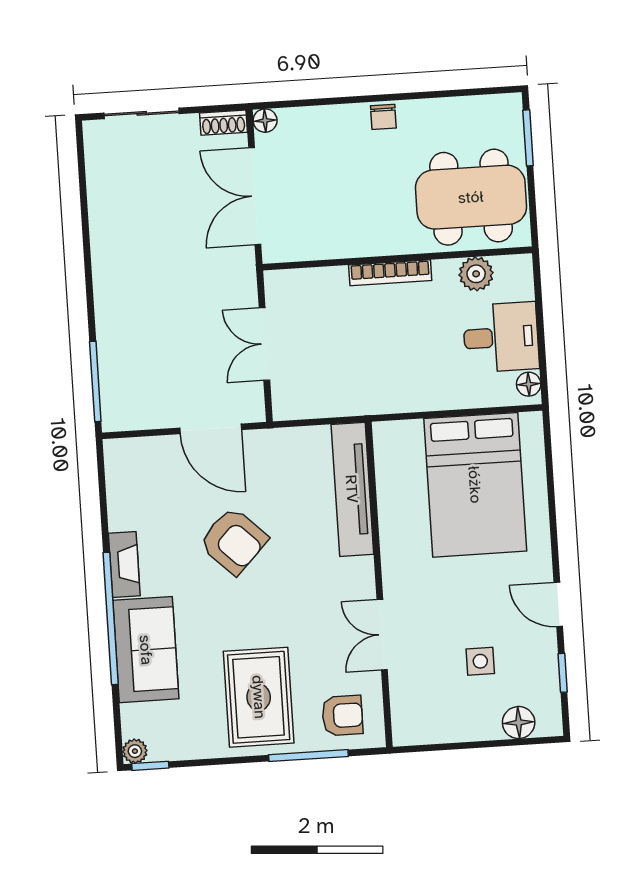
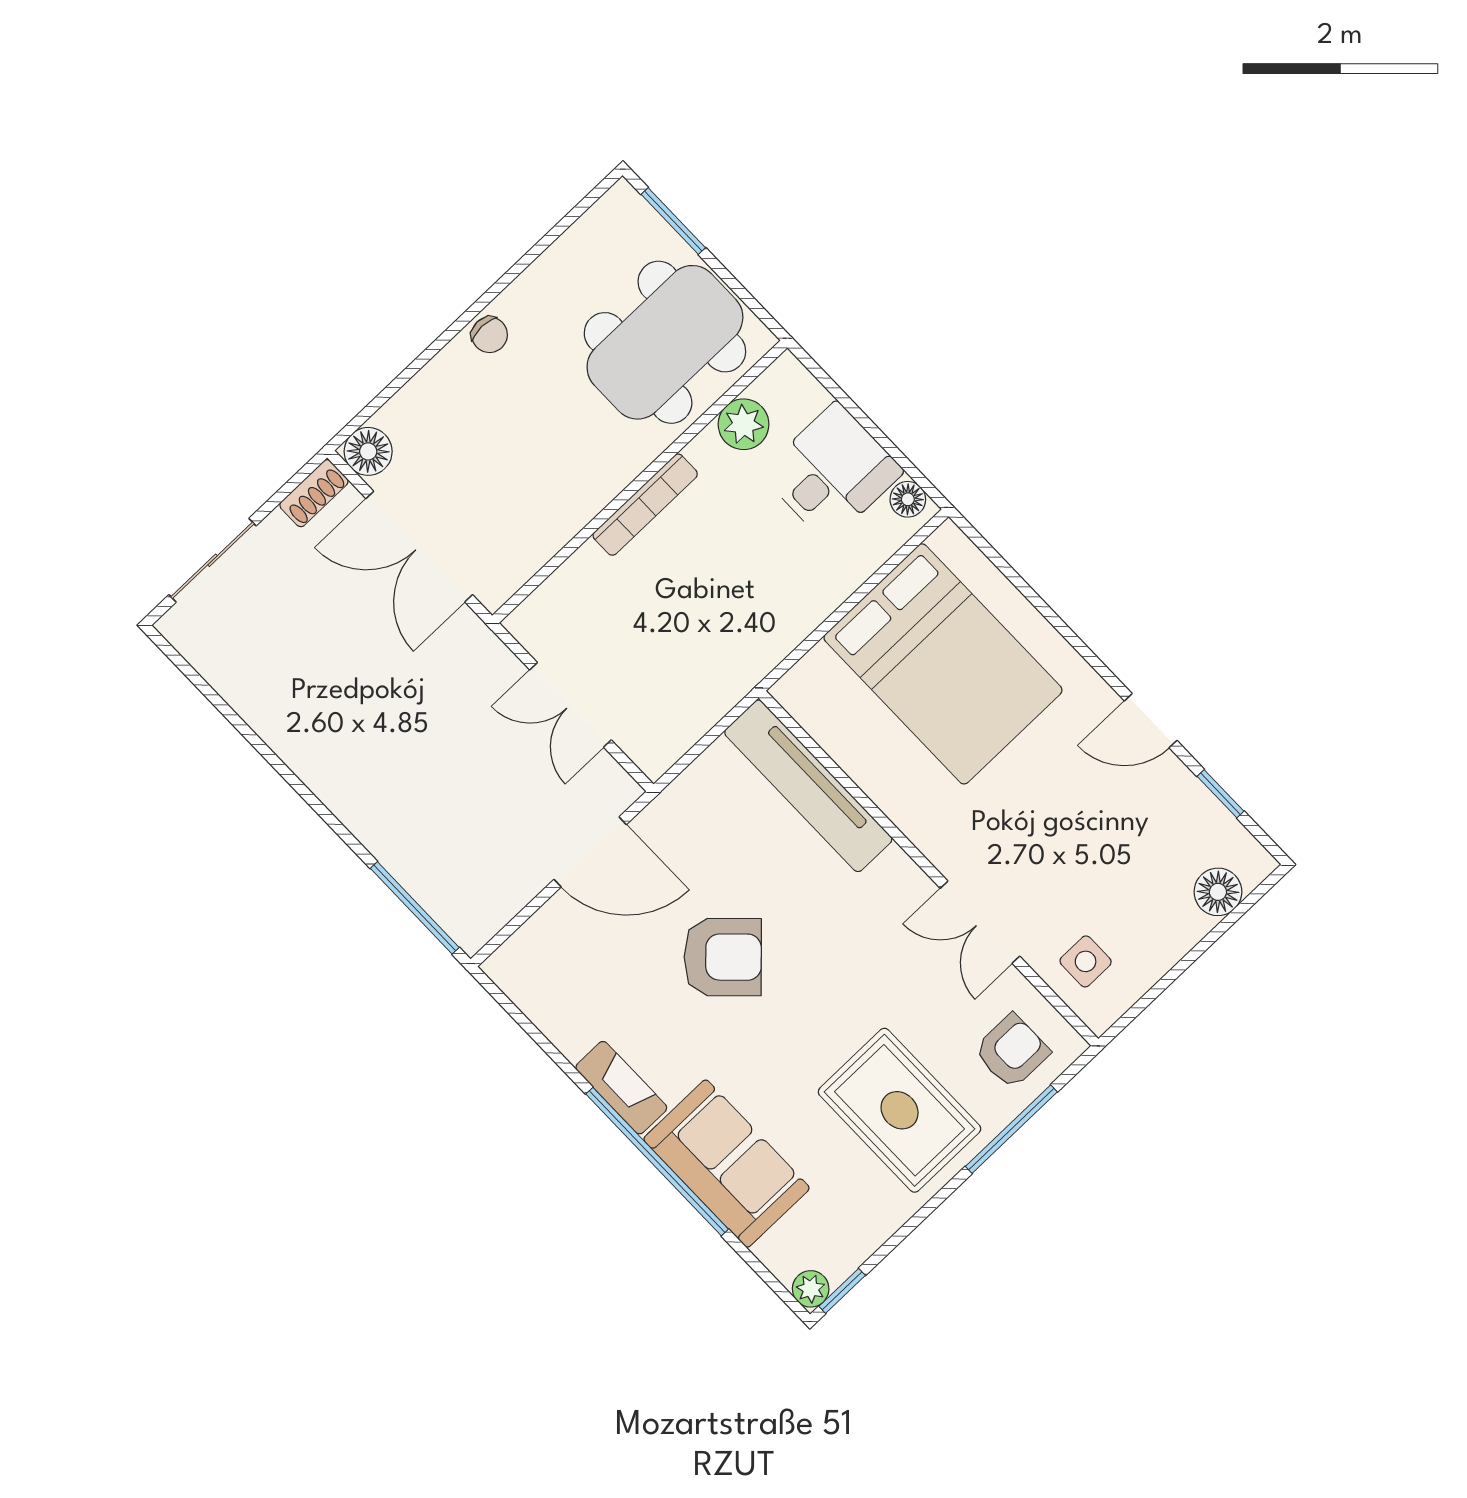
floor lamp: (265, 121) -> (368, 451), width x1.37, depth x1.37
side table: (480, 661) -> (1086, 961), moved

